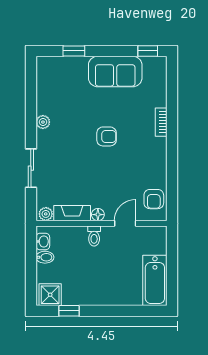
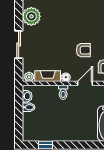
plant: (43, 122) -> (31, 16), width x1.87, depth x1.87
armchair: (107, 136) -> (83, 50), moved
shower: (50, 295) -> (32, 134), removed

